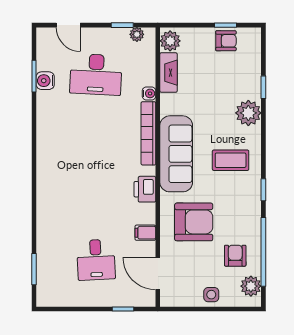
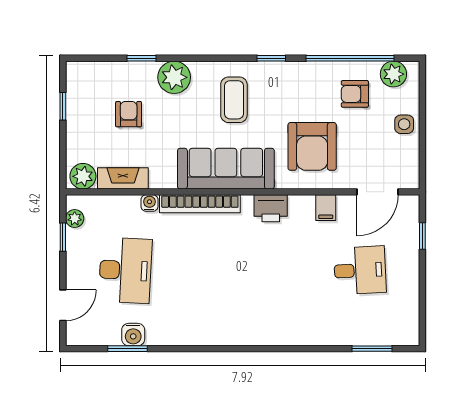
armchair: (226, 41) -> (129, 114), moved
armchair: (194, 222) -> (312, 146), turned 180

